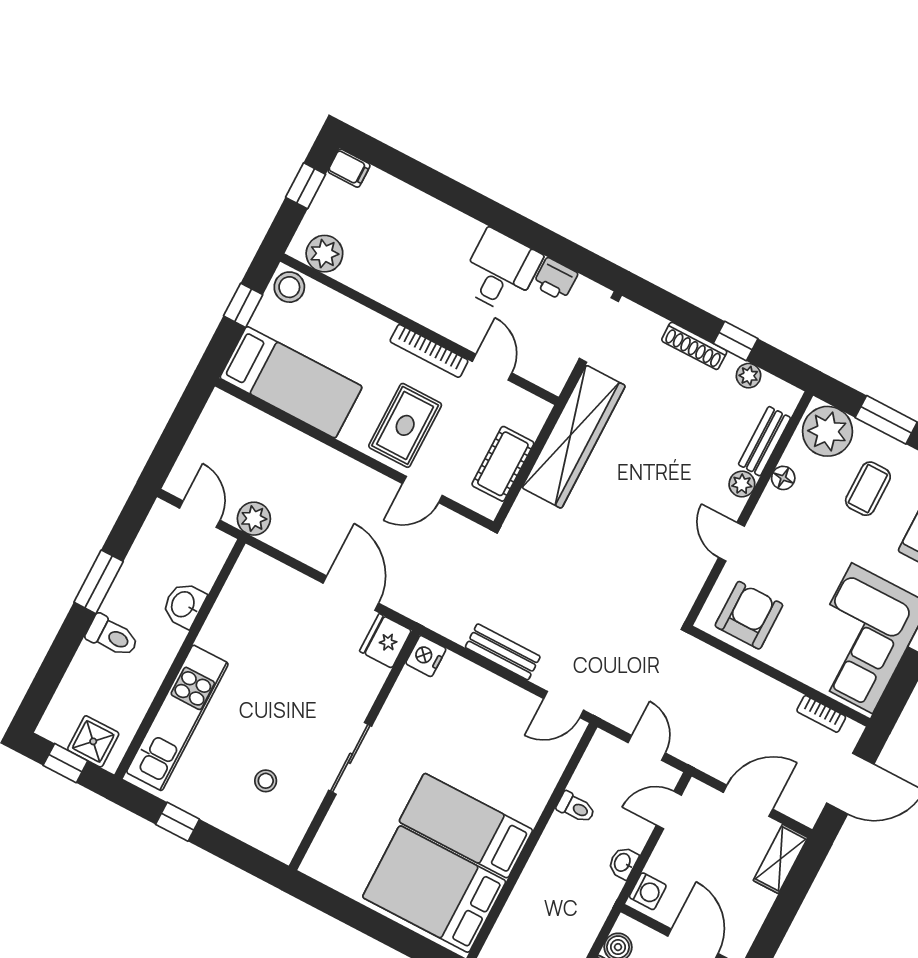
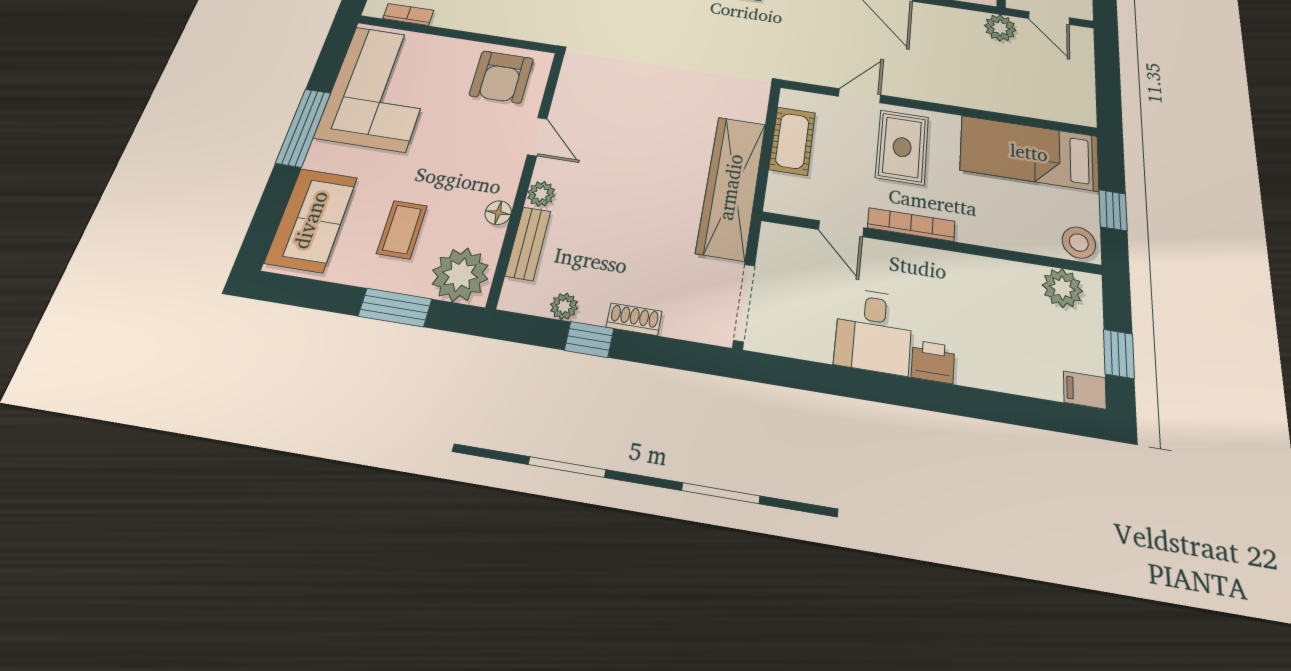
printer: (555, 279) -> (933, 362), moved
shoe rack: (694, 346) -> (634, 319), width x0.70

